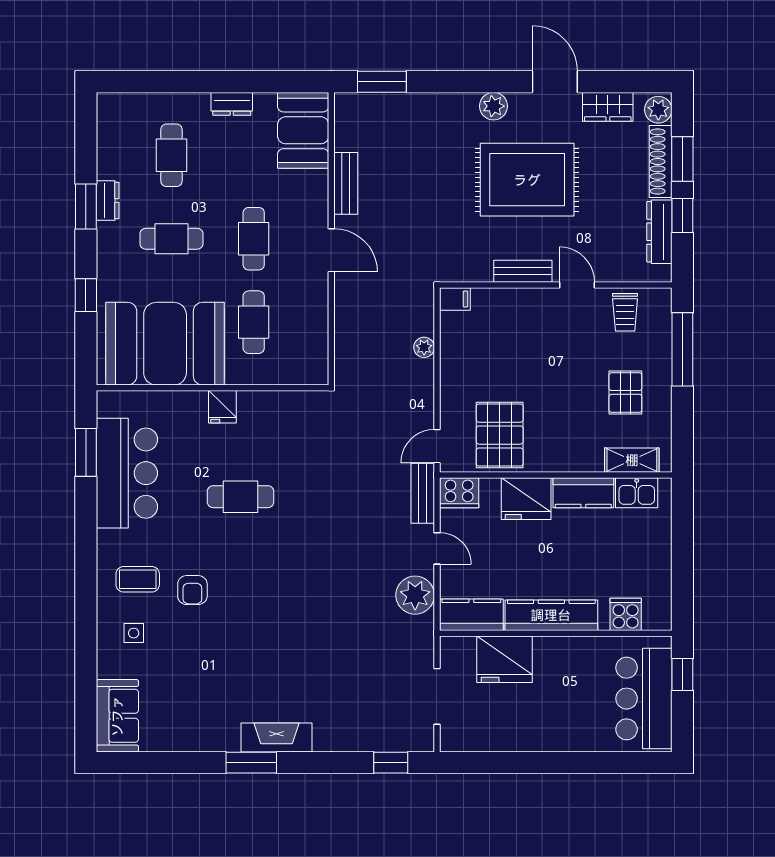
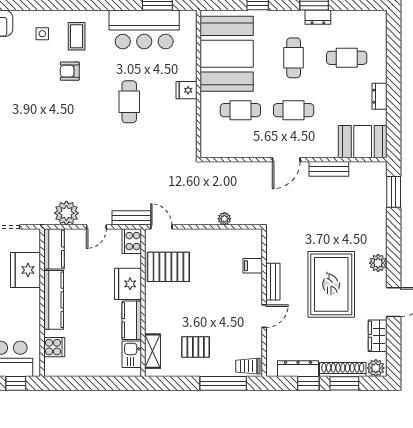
filing cabinet: (455, 299) -> (253, 266), moved, turned 90
trolley: (625, 312) -> (248, 366), moved

